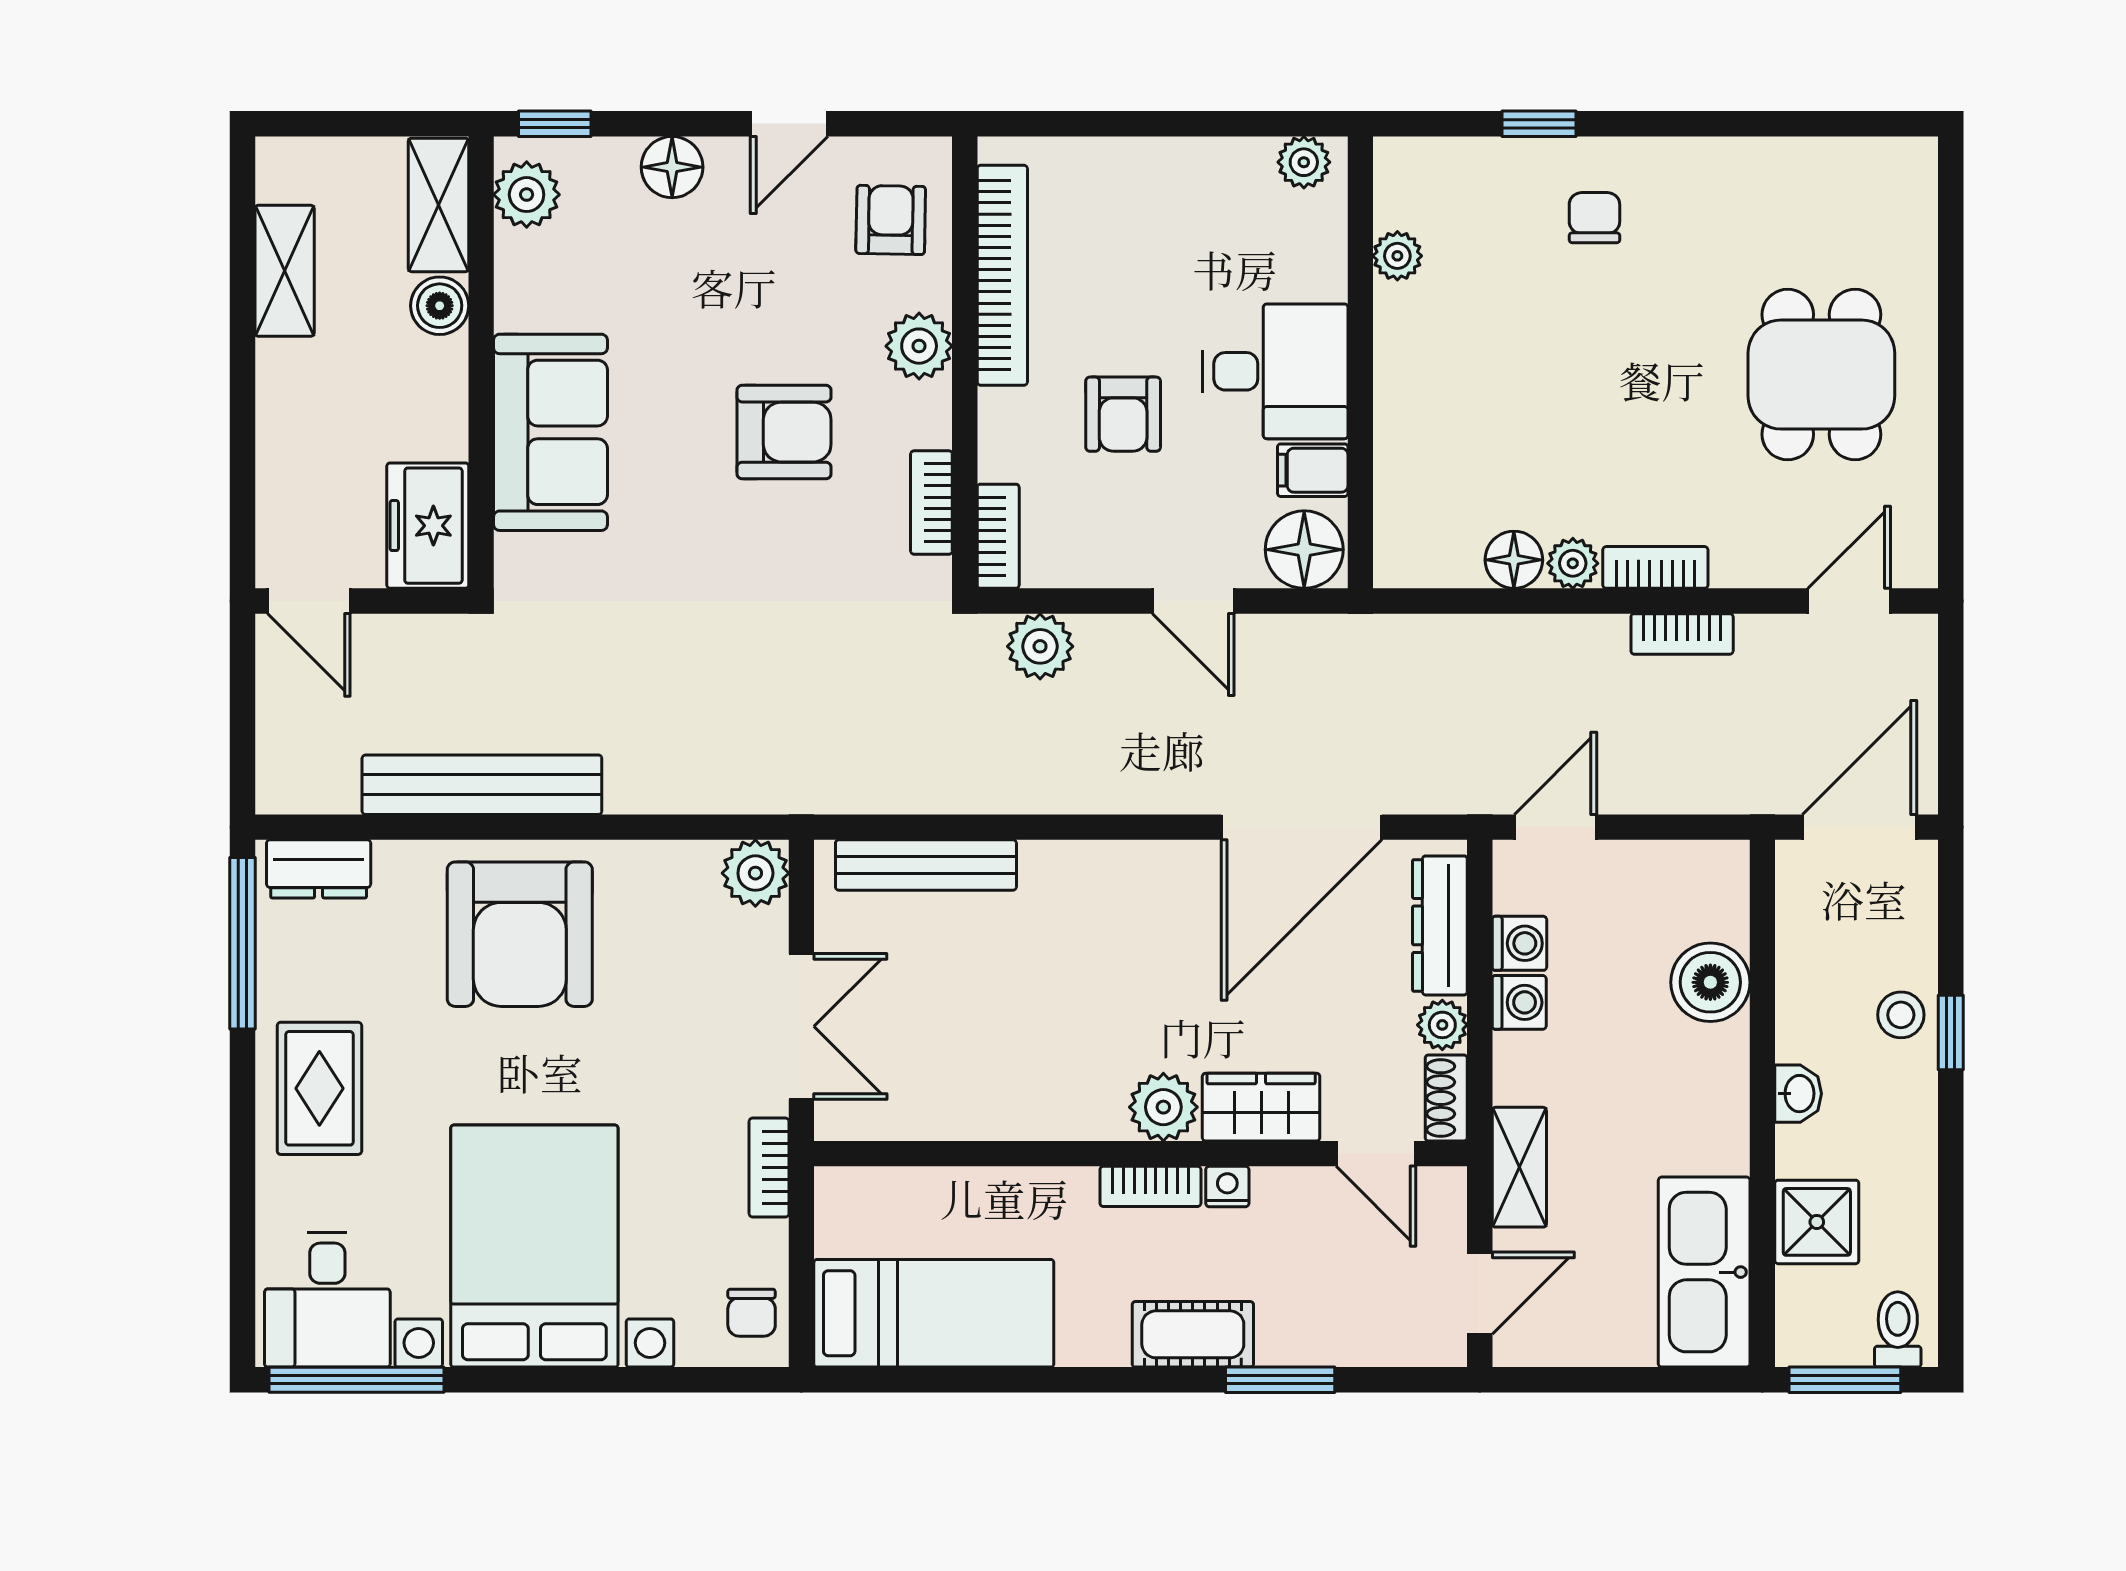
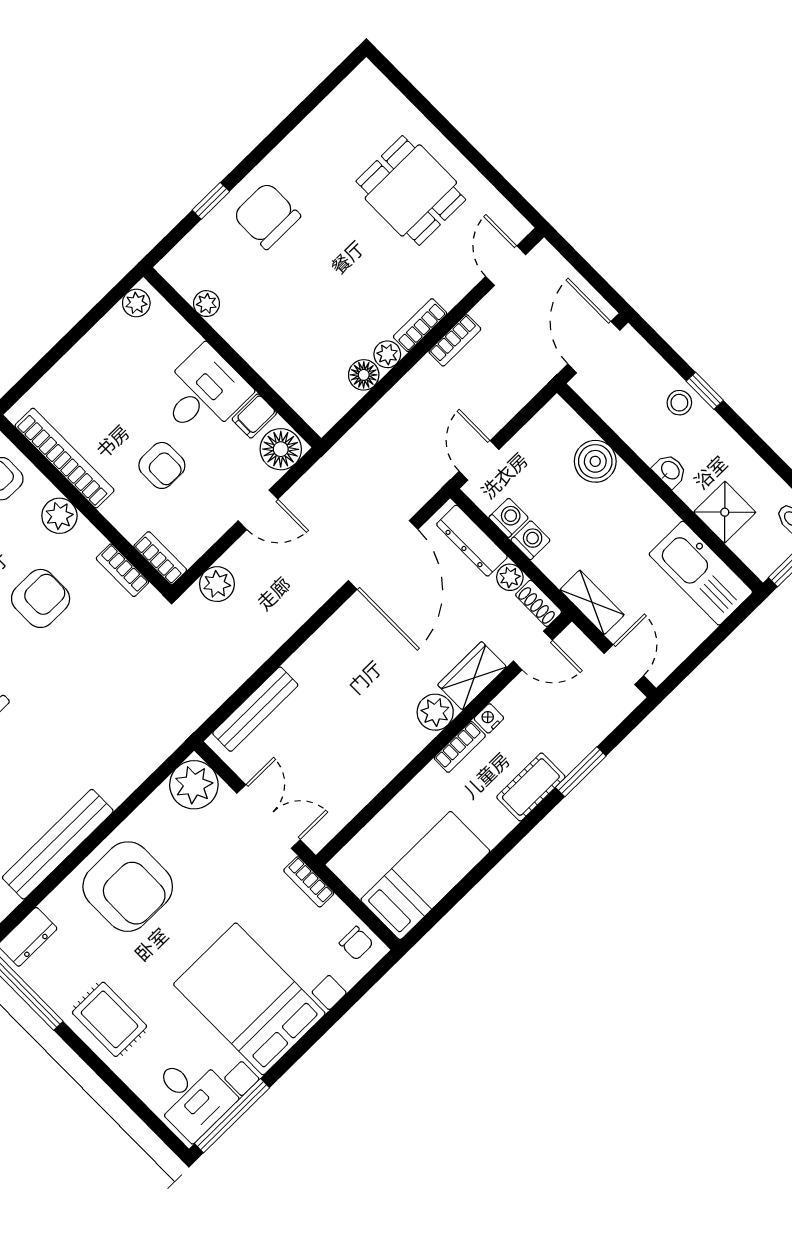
chair: (1594, 218) -> (267, 216), width x1.87, depth x1.87
plant: (755, 873) -> (194, 785), width x1.36, depth x1.36

